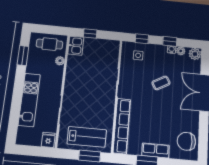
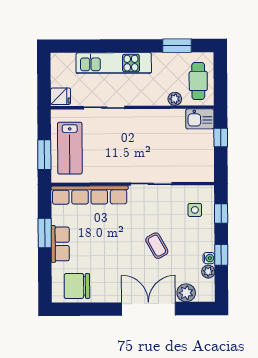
plant: (195, 54) -> (186, 293), moved
chair: (186, 141) -> (77, 286), turned -90

